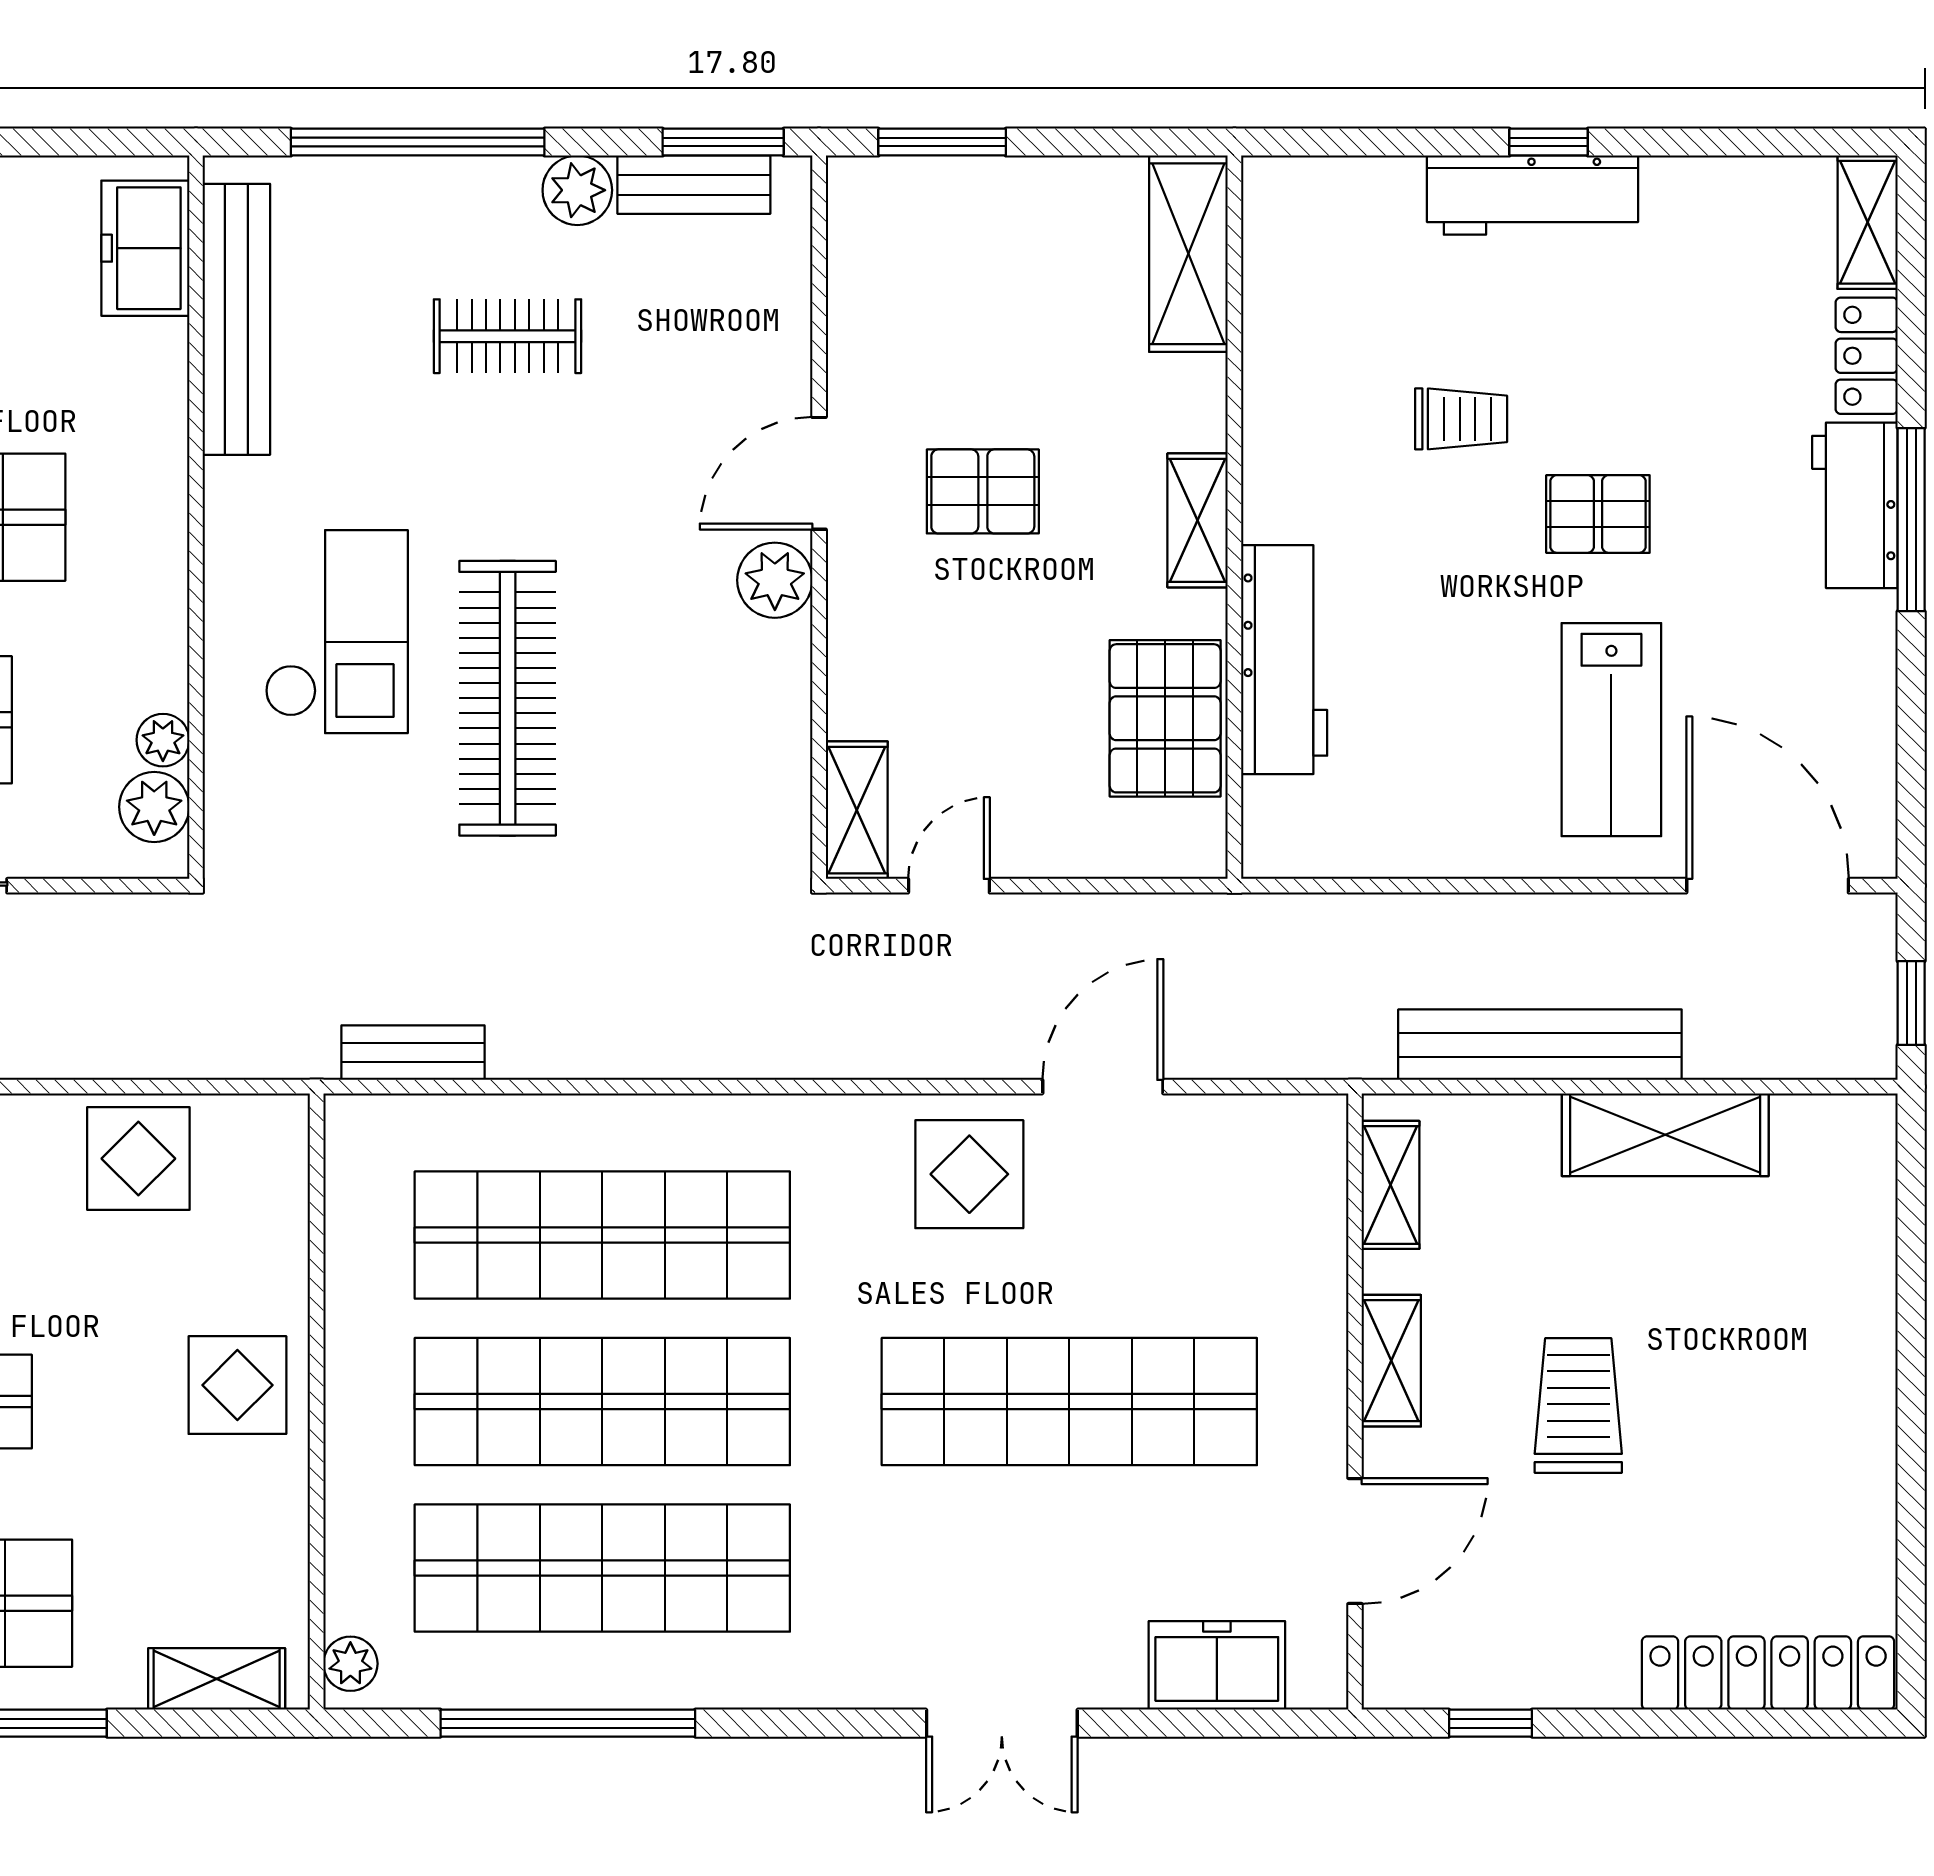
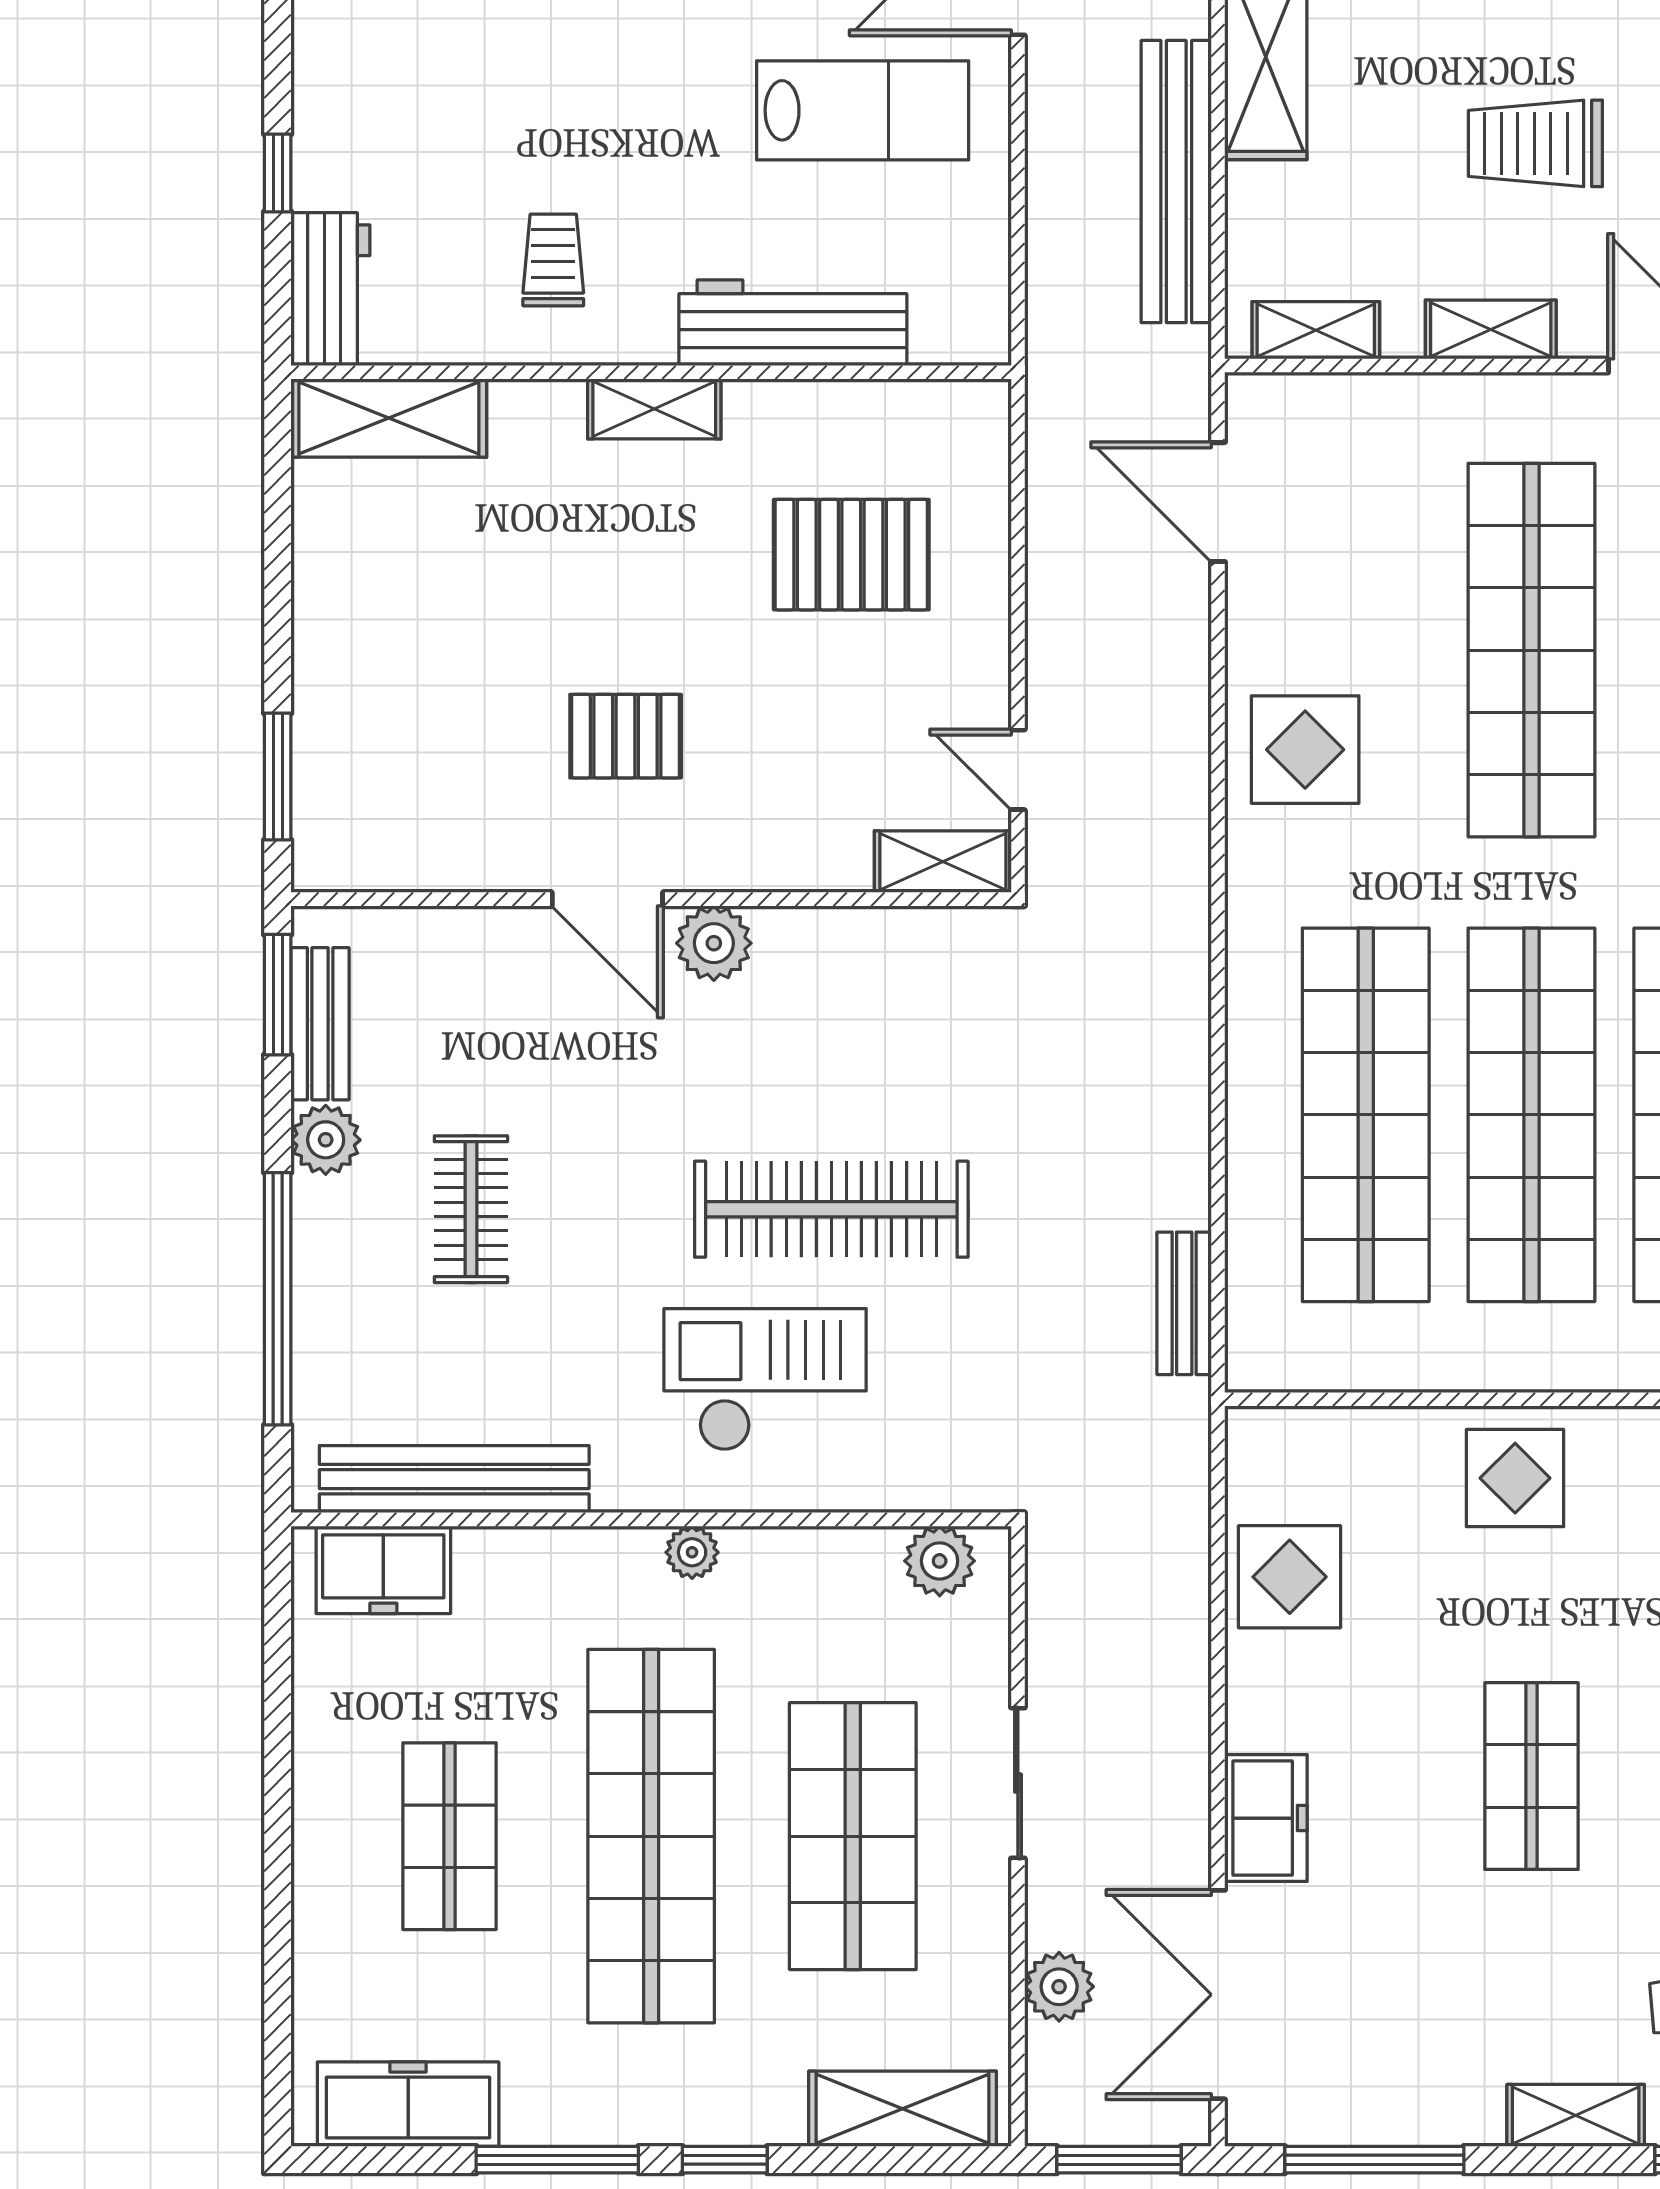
workbench: (1532, 195) -> (330, 289), moved, width x0.73
shelving: (1188, 254) -> (389, 418), moved
pallet: (983, 491) -> (626, 736), turned 90
pallet: (1598, 514) -> (648, 124), removed
wall: (1234, 517) -> (651, 372), moved
shelving: (1198, 520) -> (654, 409), moved
workbench: (1284, 660) -> (793, 323), moved
plant: (163, 740) -> (692, 1552), moved
door: (1103, 1087) -> (1218, 502), moved

